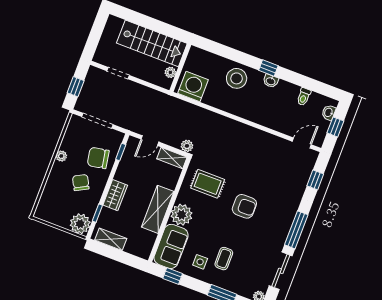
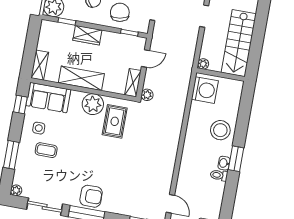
window: (268, 68) -> (236, 159), width x1.50
plant: (170, 72) -> (203, 64), moved
toilet: (304, 97) -> (219, 175), moved
door: (150, 141) -> (146, 59), swing flipped
armchair: (244, 206) -> (91, 196), moved, turned -90
plant: (181, 215) -> (93, 104), moved
shelving: (111, 239) -> (40, 65), moved

